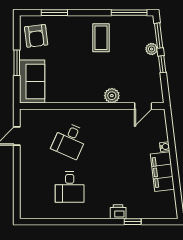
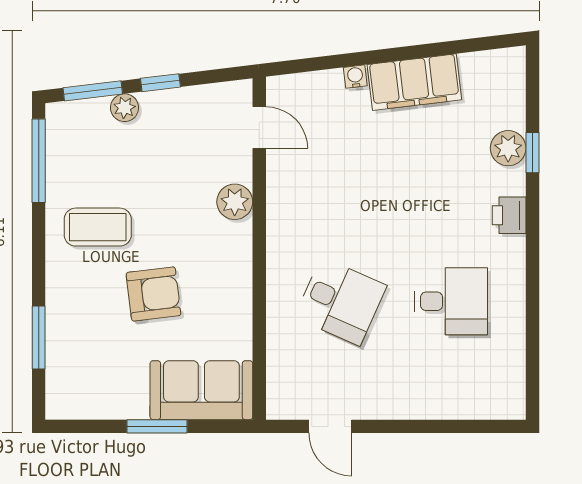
armchair: (36, 36) -> (153, 294), moved
plant: (134, 211) -> (508, 148), added
printer: (118, 212) -> (509, 215), moved

